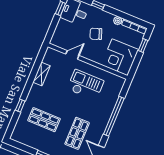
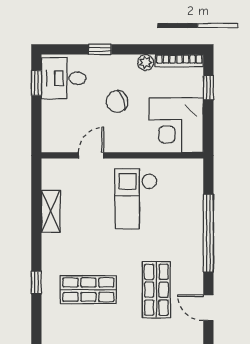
checkout: (85, 85) -> (136, 199), turned -90

